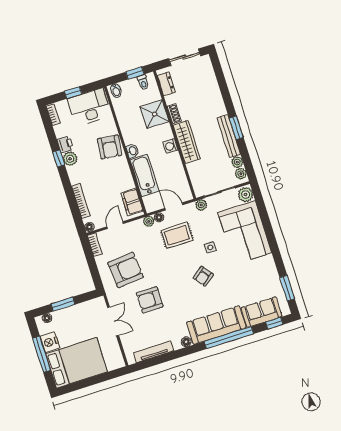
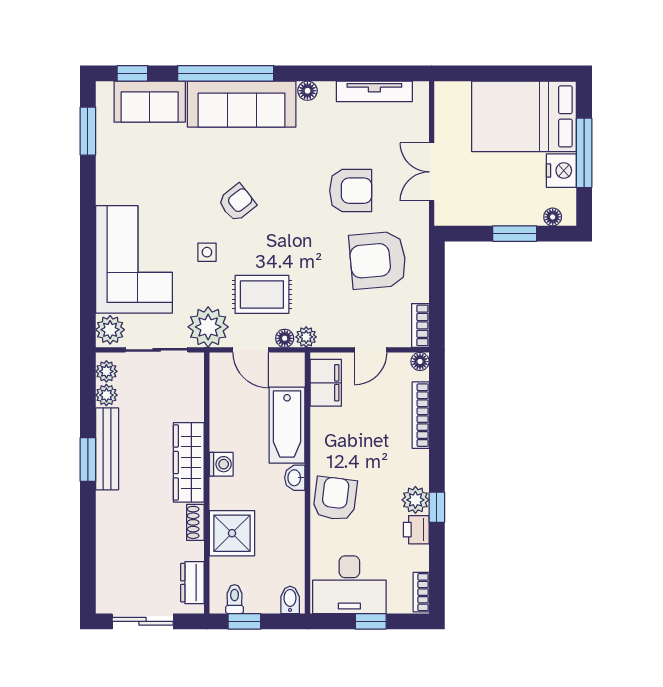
plant: (201, 205) -> (208, 327), width x1.87, depth x1.87

